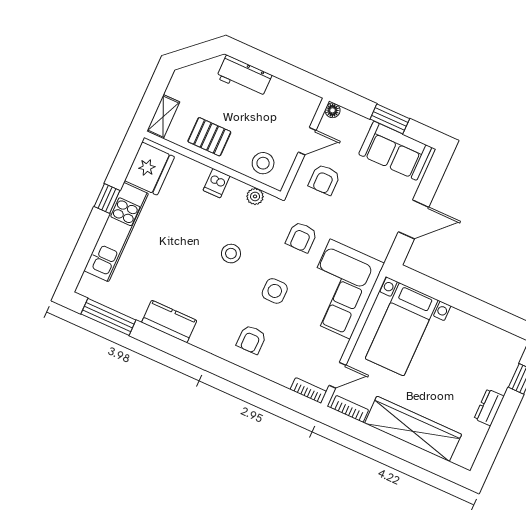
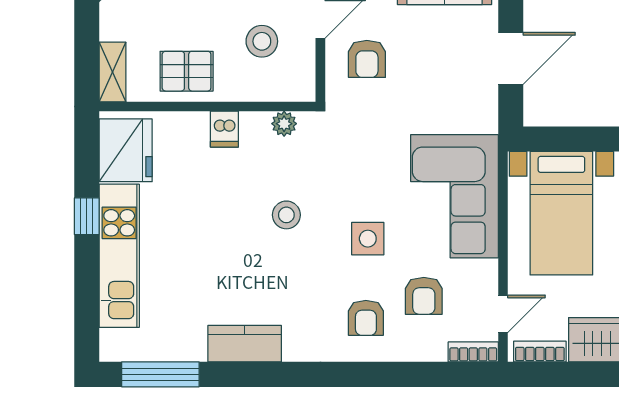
stool: (263, 163) -> (262, 41), moved
armchair: (301, 237) -> (424, 296), moved

